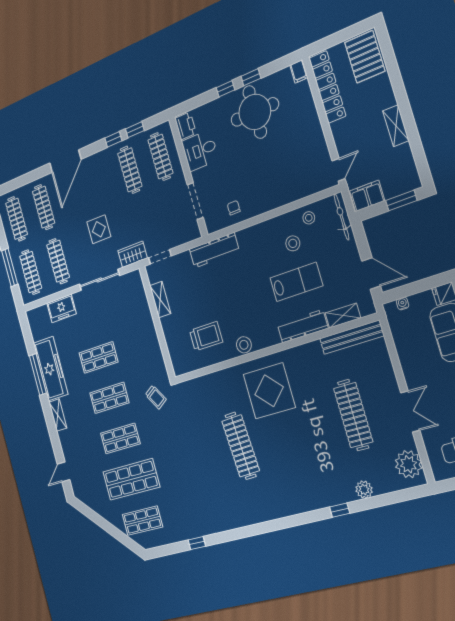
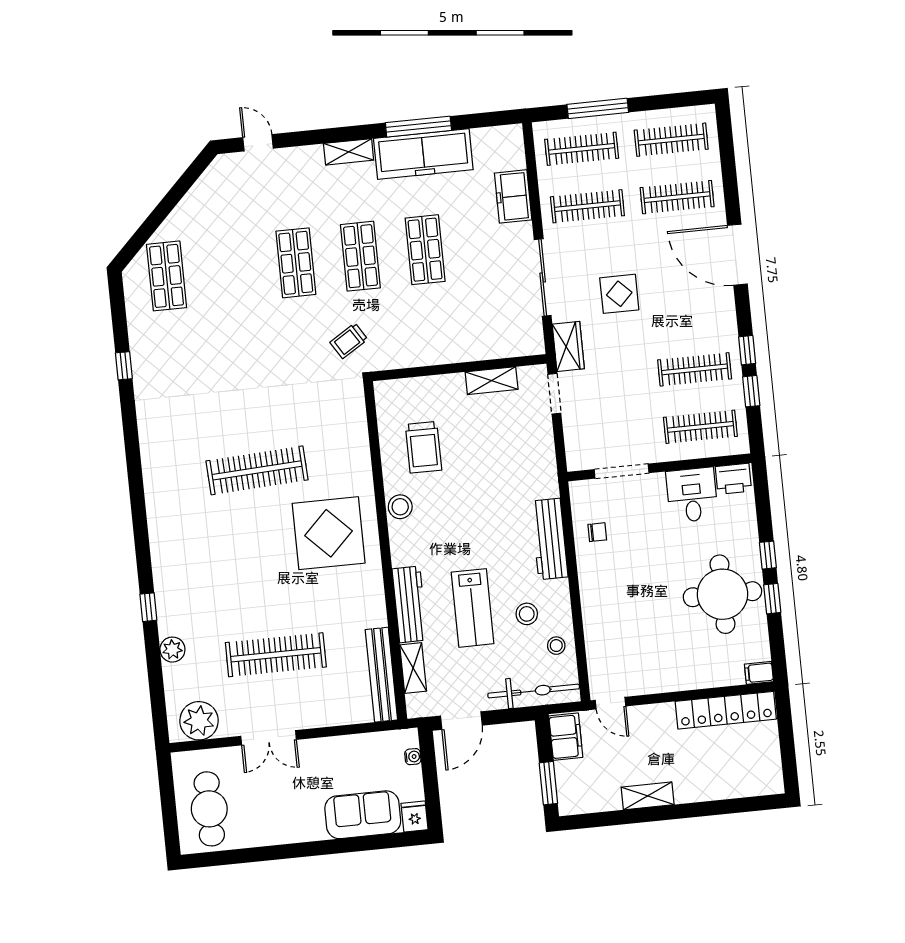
pallet: (365, 57) -> (750, 772), removed
bicycle: (342, 217) -> (534, 691), width x1.37, depth x1.40
workbench: (214, 250) -> (549, 539), moved
shop shelf: (131, 479) -> (231, 269), removed

